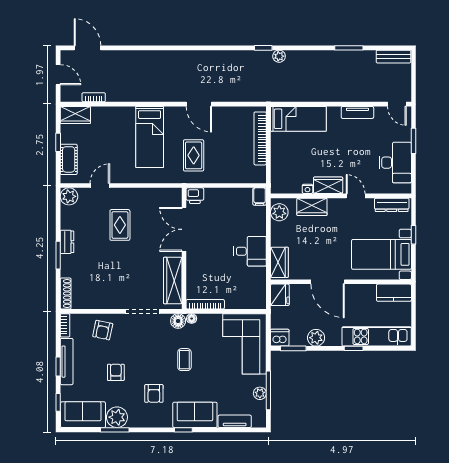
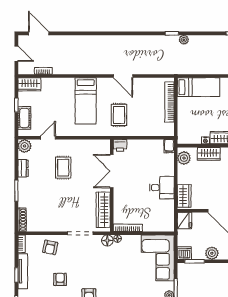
dresser: (67, 242) -> (23, 168), moved
coffee table: (184, 360) -> (112, 270), removed

